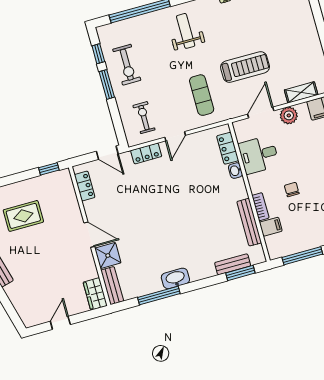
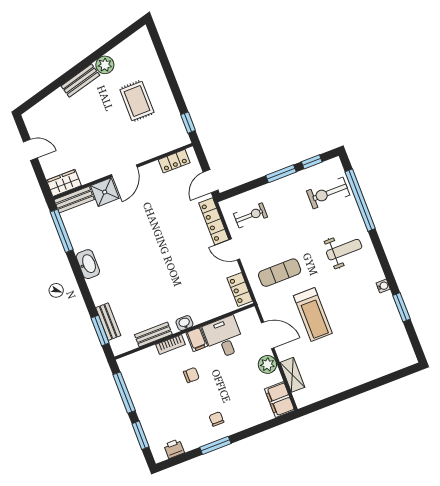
exercise bike: (127, 65) -> (328, 193), moved
locker: (228, 148) -> (240, 290), moved, turned -90
locker: (146, 153) -> (214, 221), width x1.53
washbasin: (235, 171) -> (184, 323), moved
bench: (249, 222) -> (153, 334), width x0.73
filing cabinet: (271, 227) -> (197, 339), moved
window: (159, 296) -> (62, 231), moved

